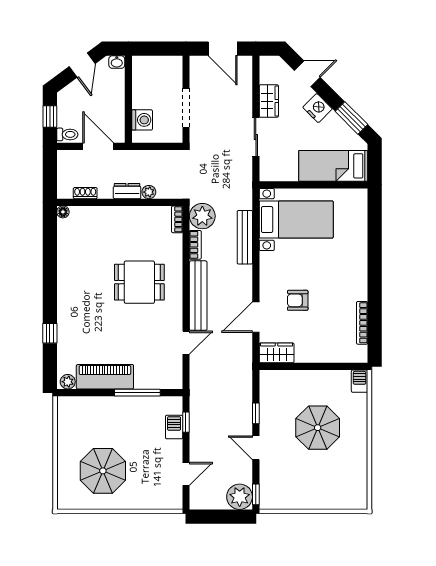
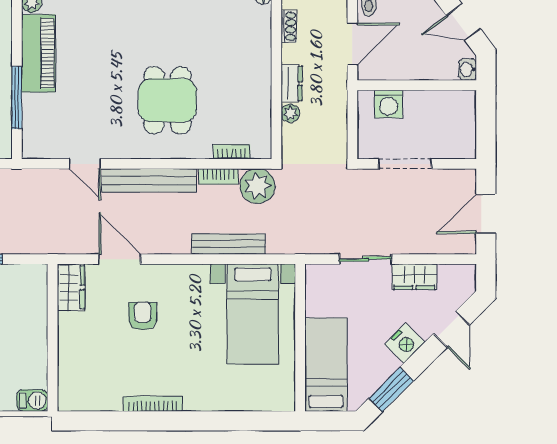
bookcase: (177, 219) -> (232, 152), moved
bookcase: (362, 323) -> (153, 404), moved

